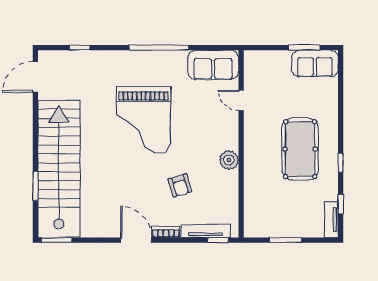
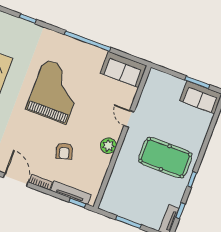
door: (241, 100) -> (129, 119), moved
grand piano: (144, 120) -> (55, 92), turned 180
pool table: (300, 149) -> (165, 158), turned 90

